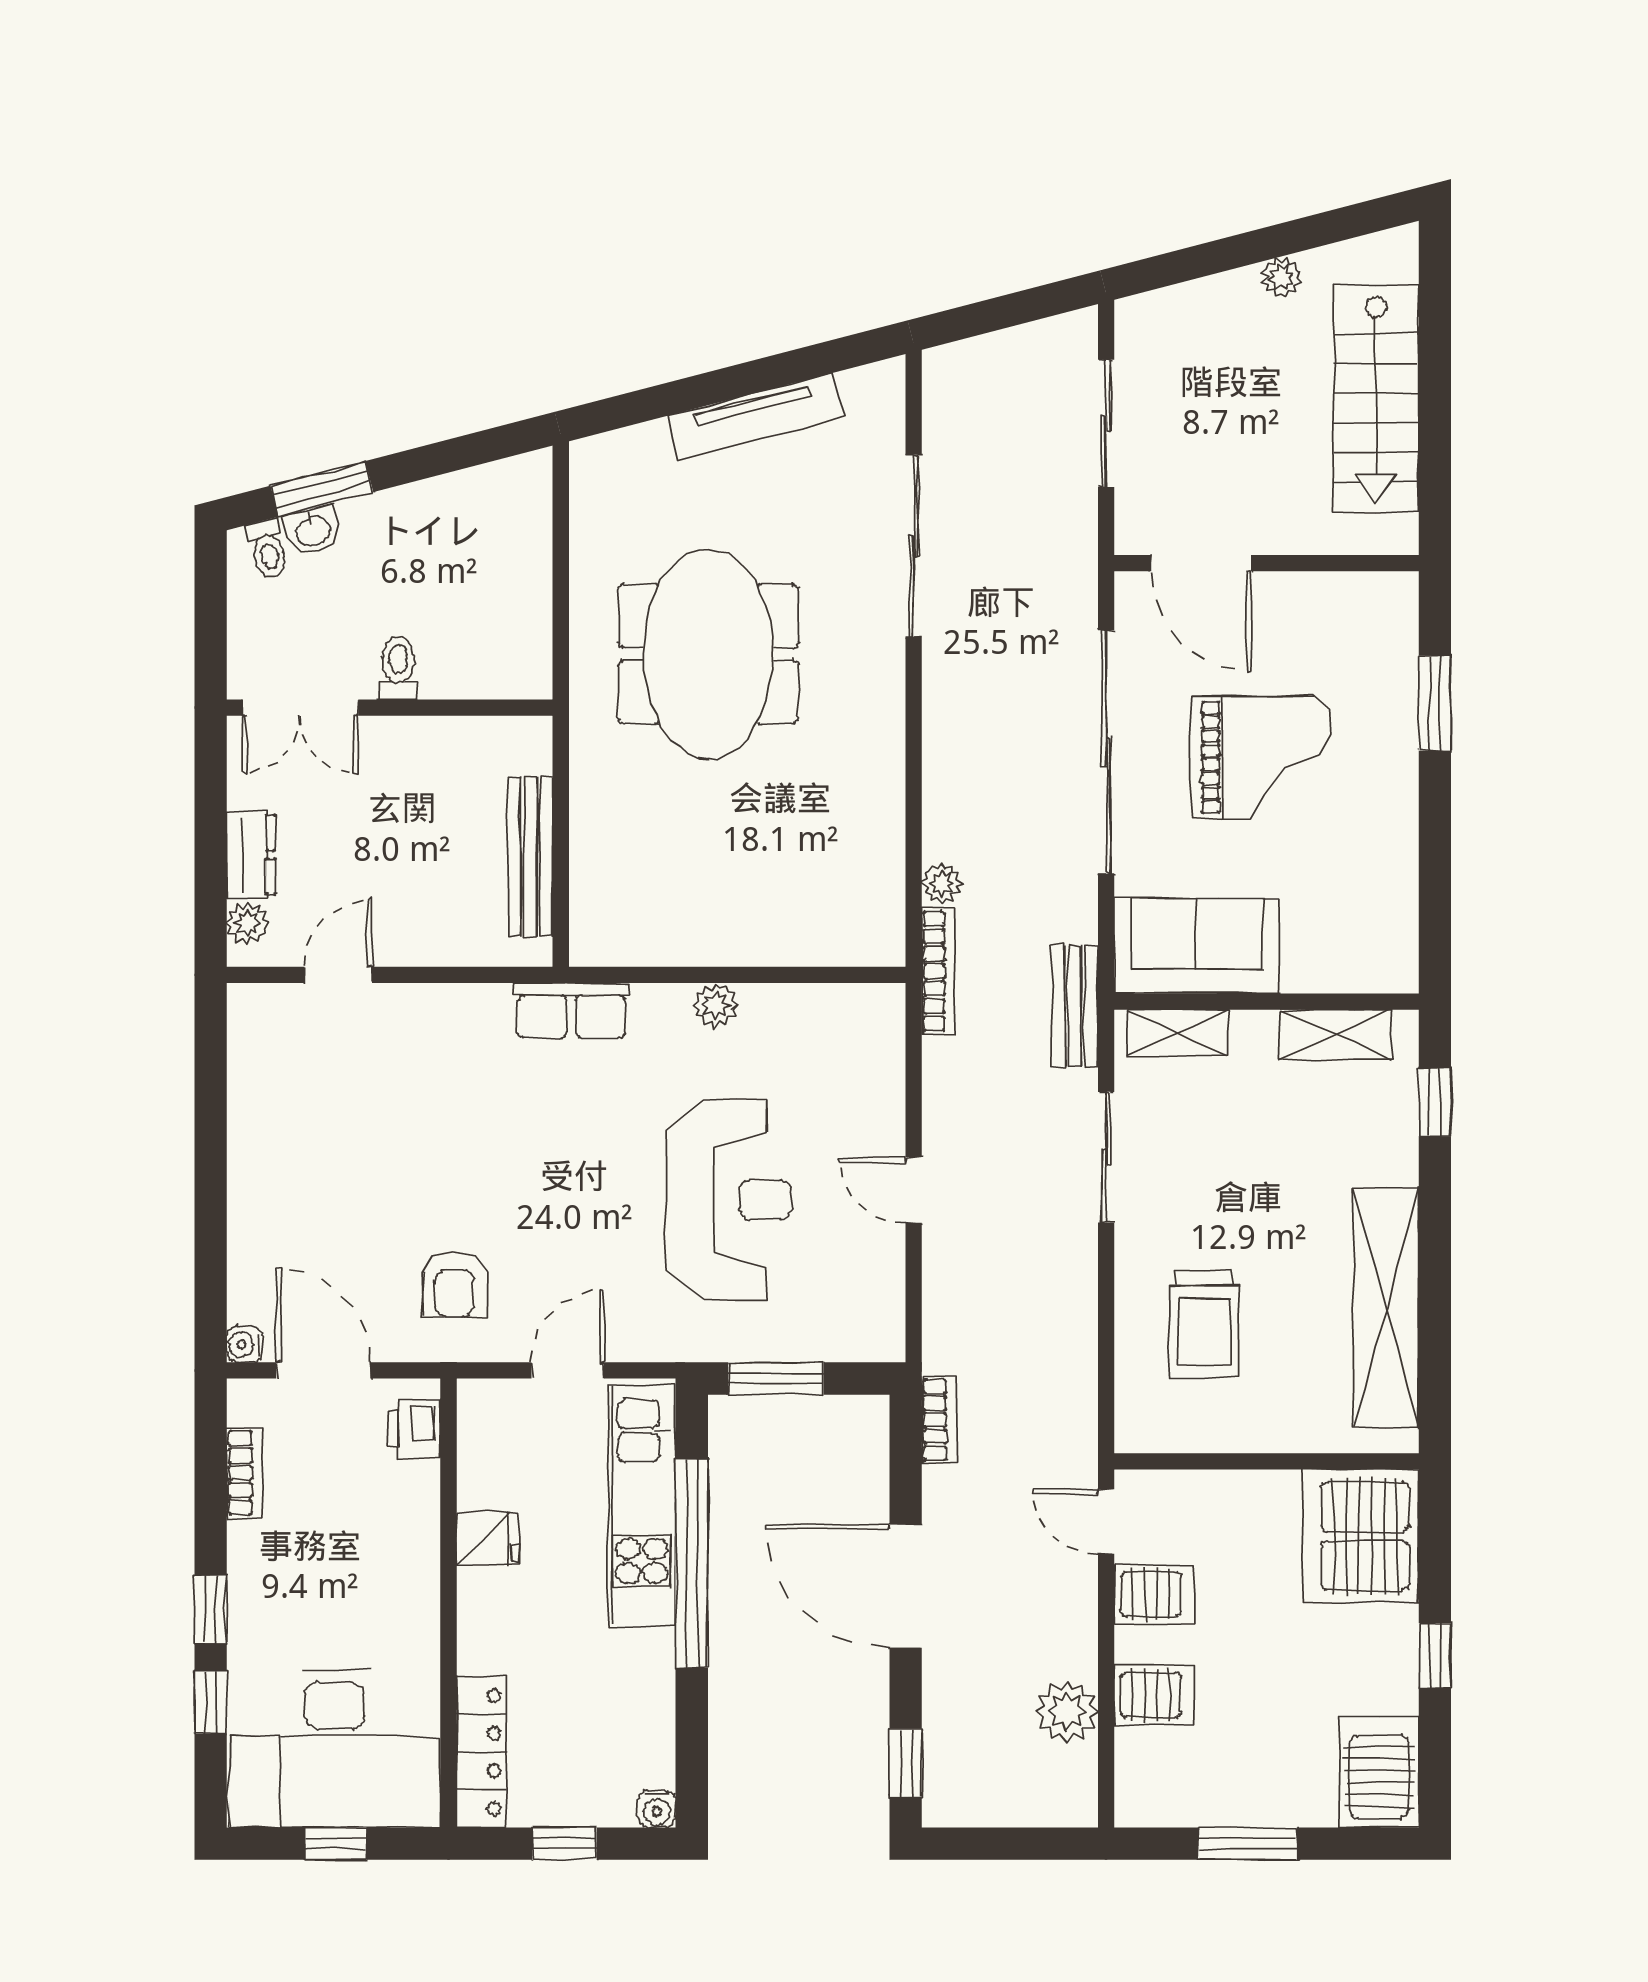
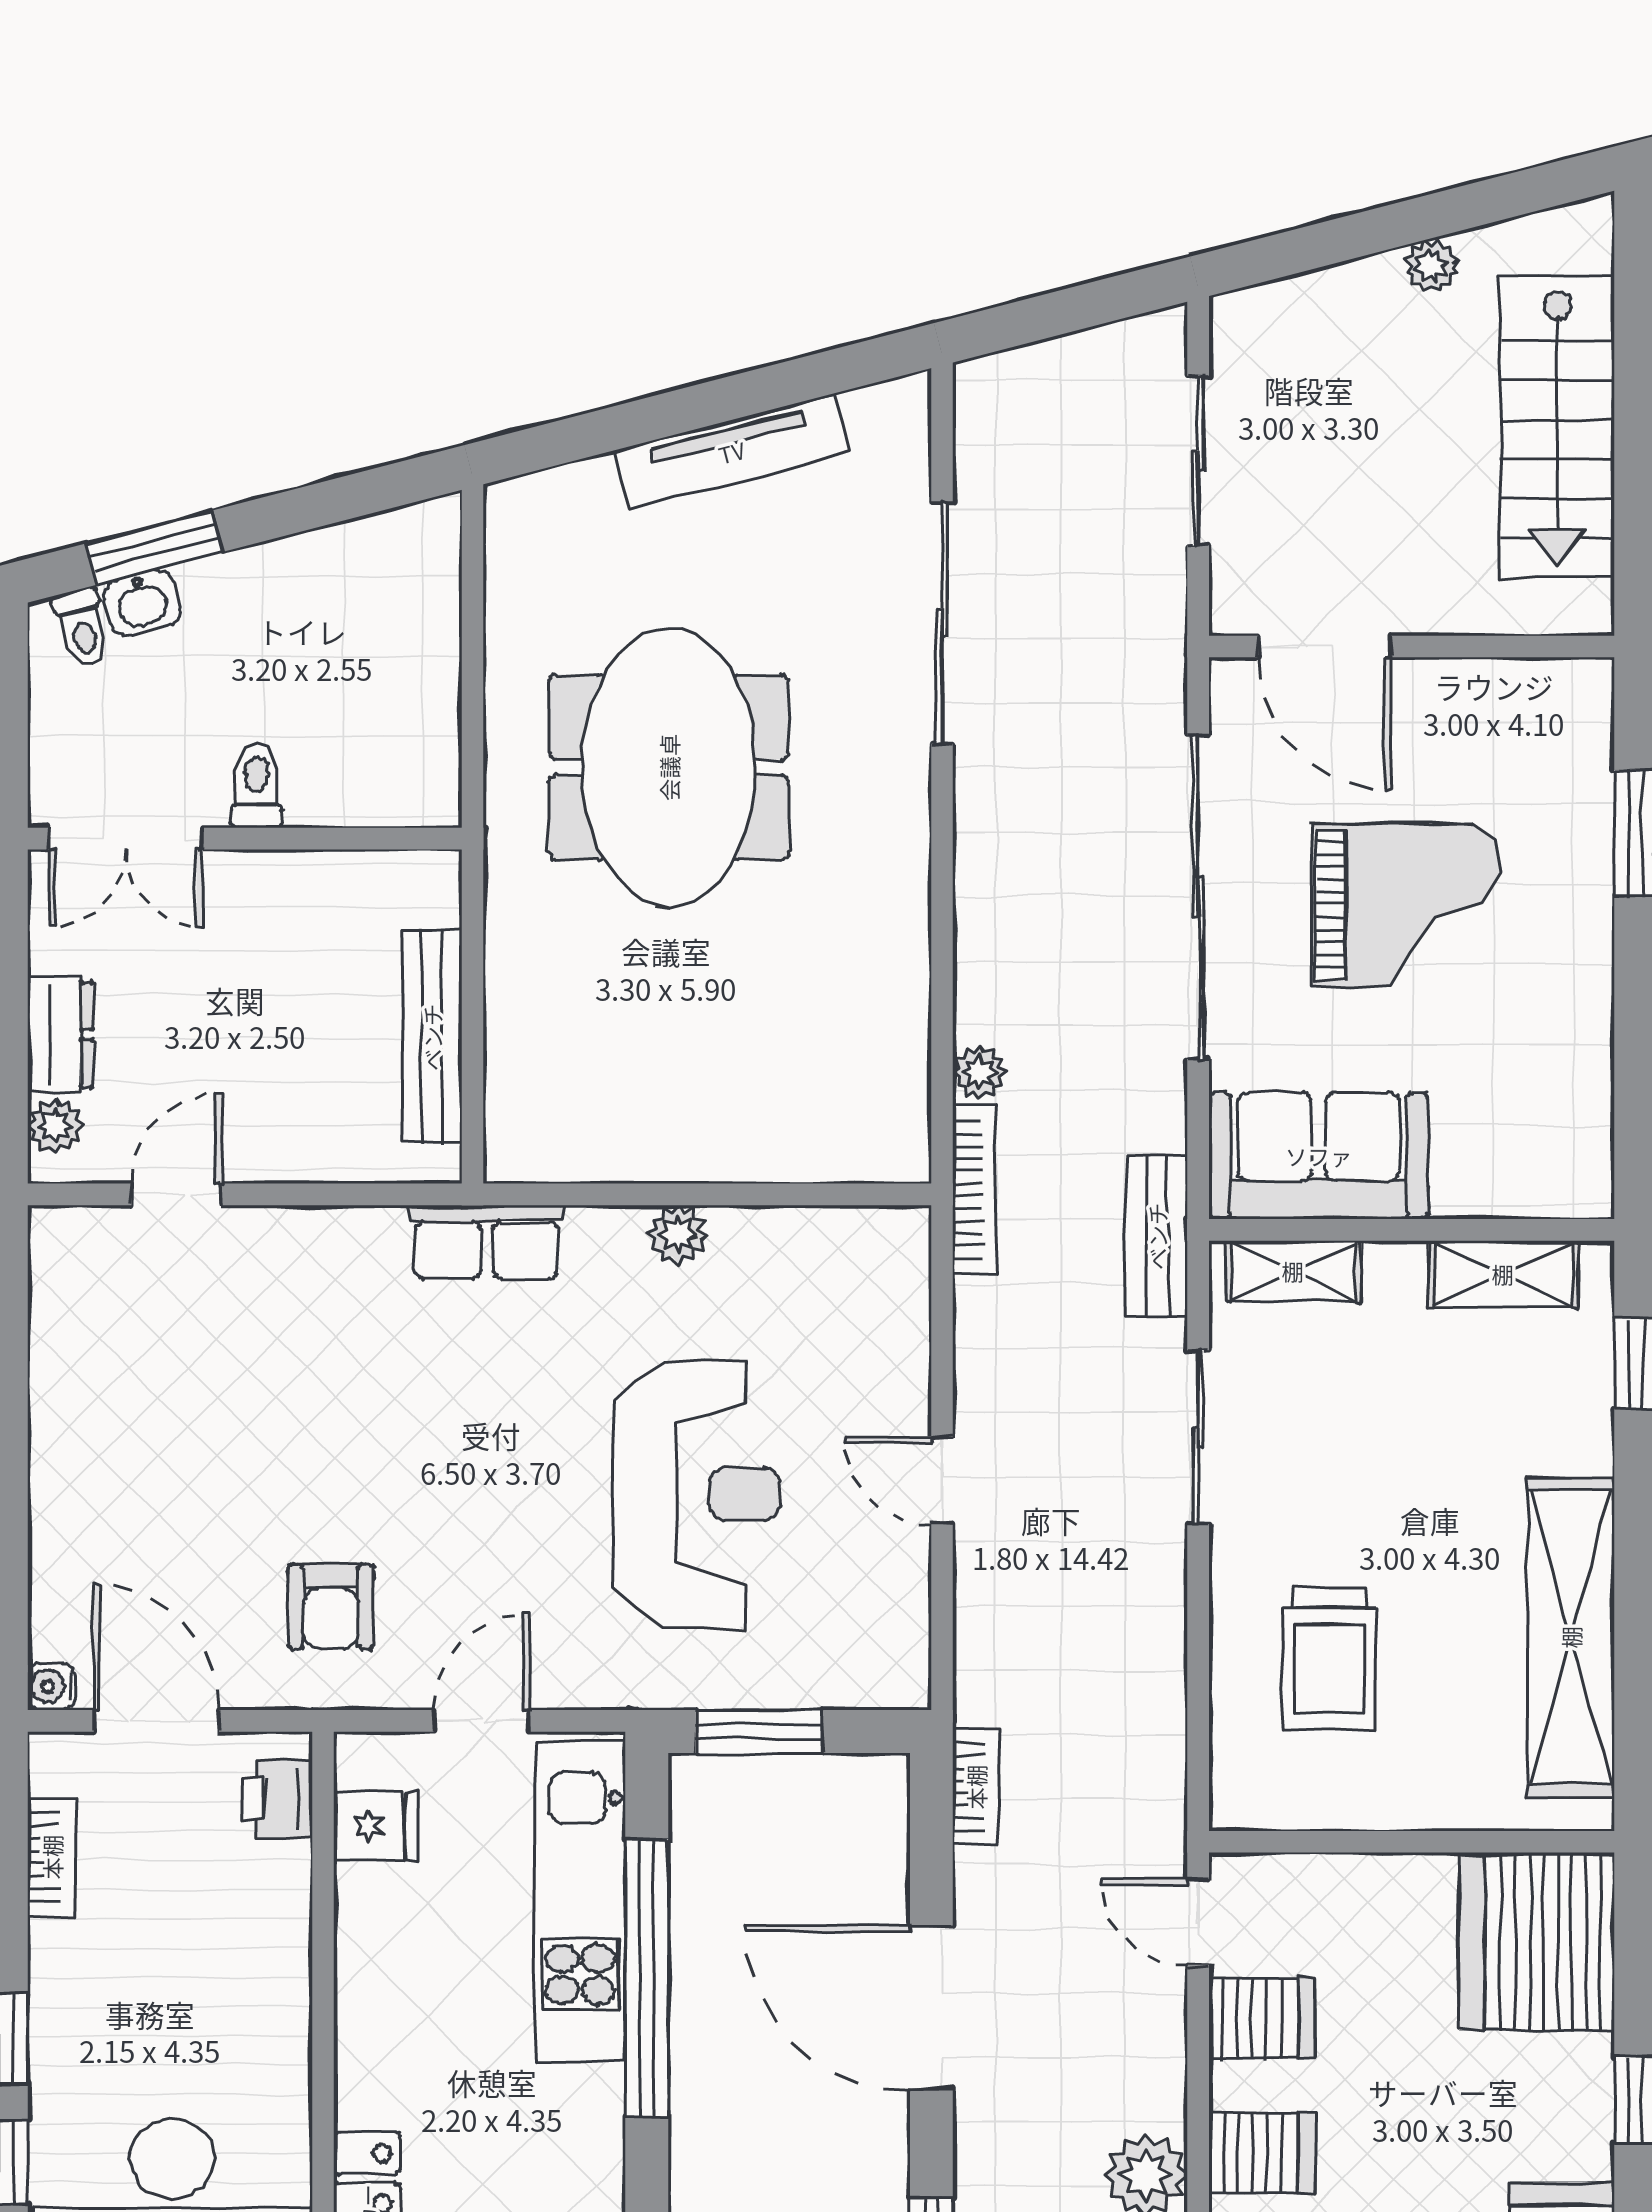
fridge: (488, 1539) -> (375, 1826), moved

